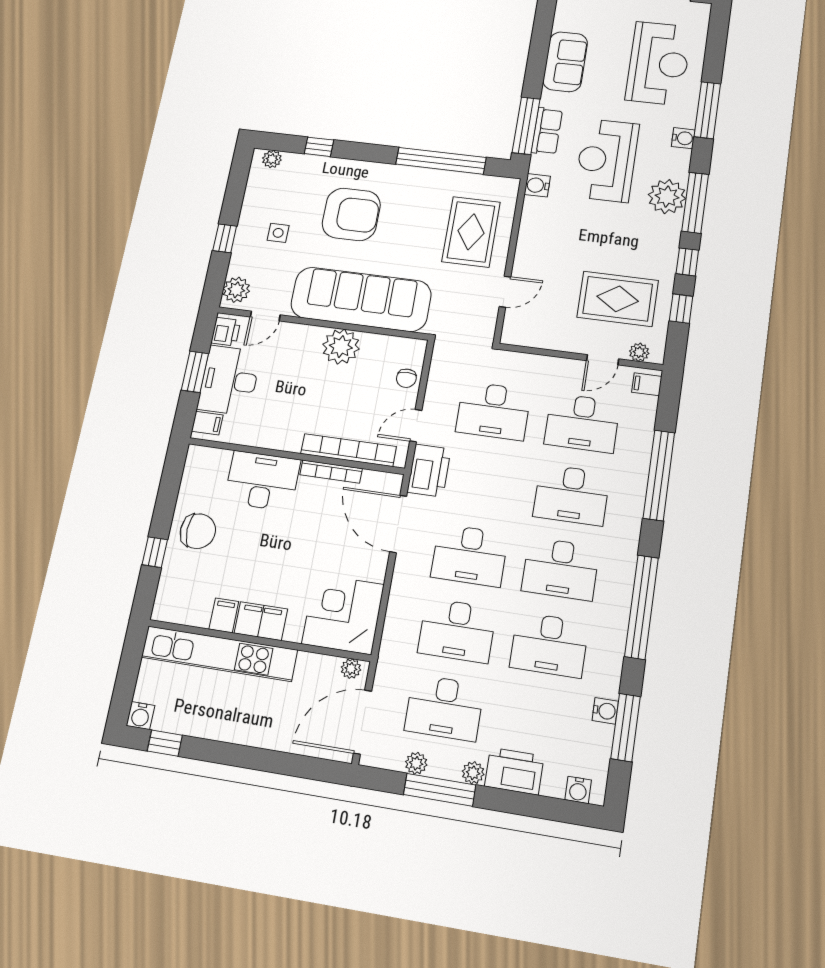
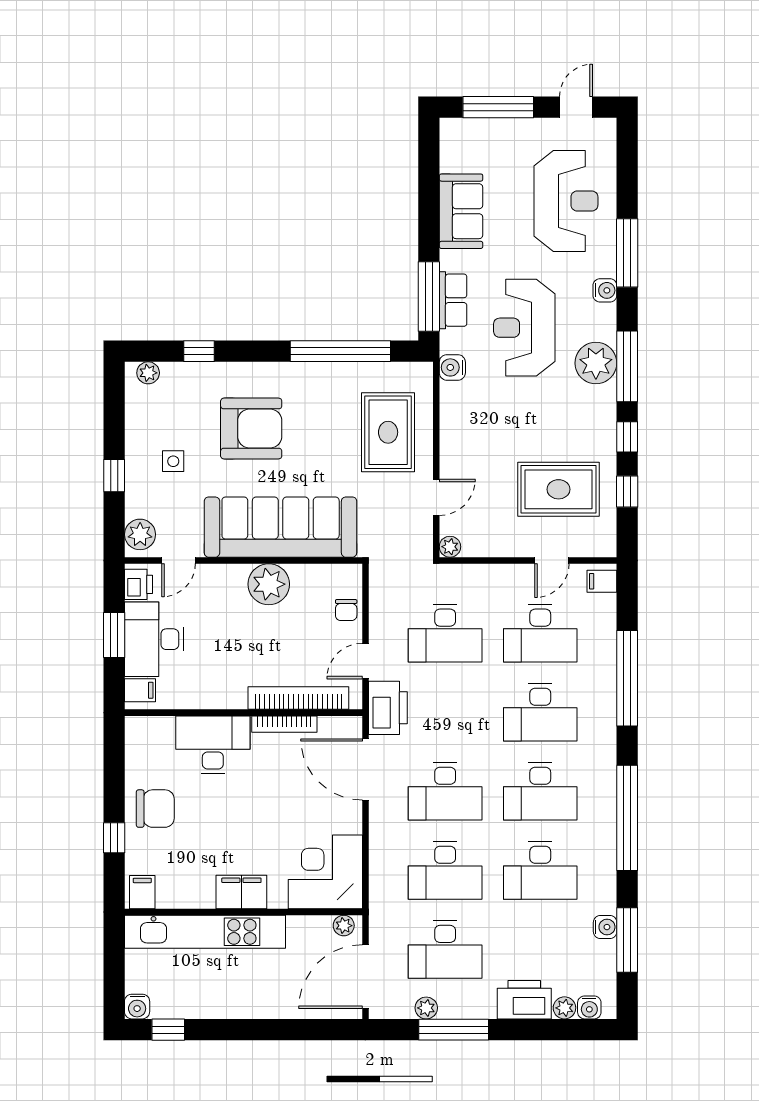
plant: (639, 352) -> (450, 547), moved
filing cabinet: (224, 615) -> (142, 892), moved
plant: (473, 773) -> (564, 1008), moved

